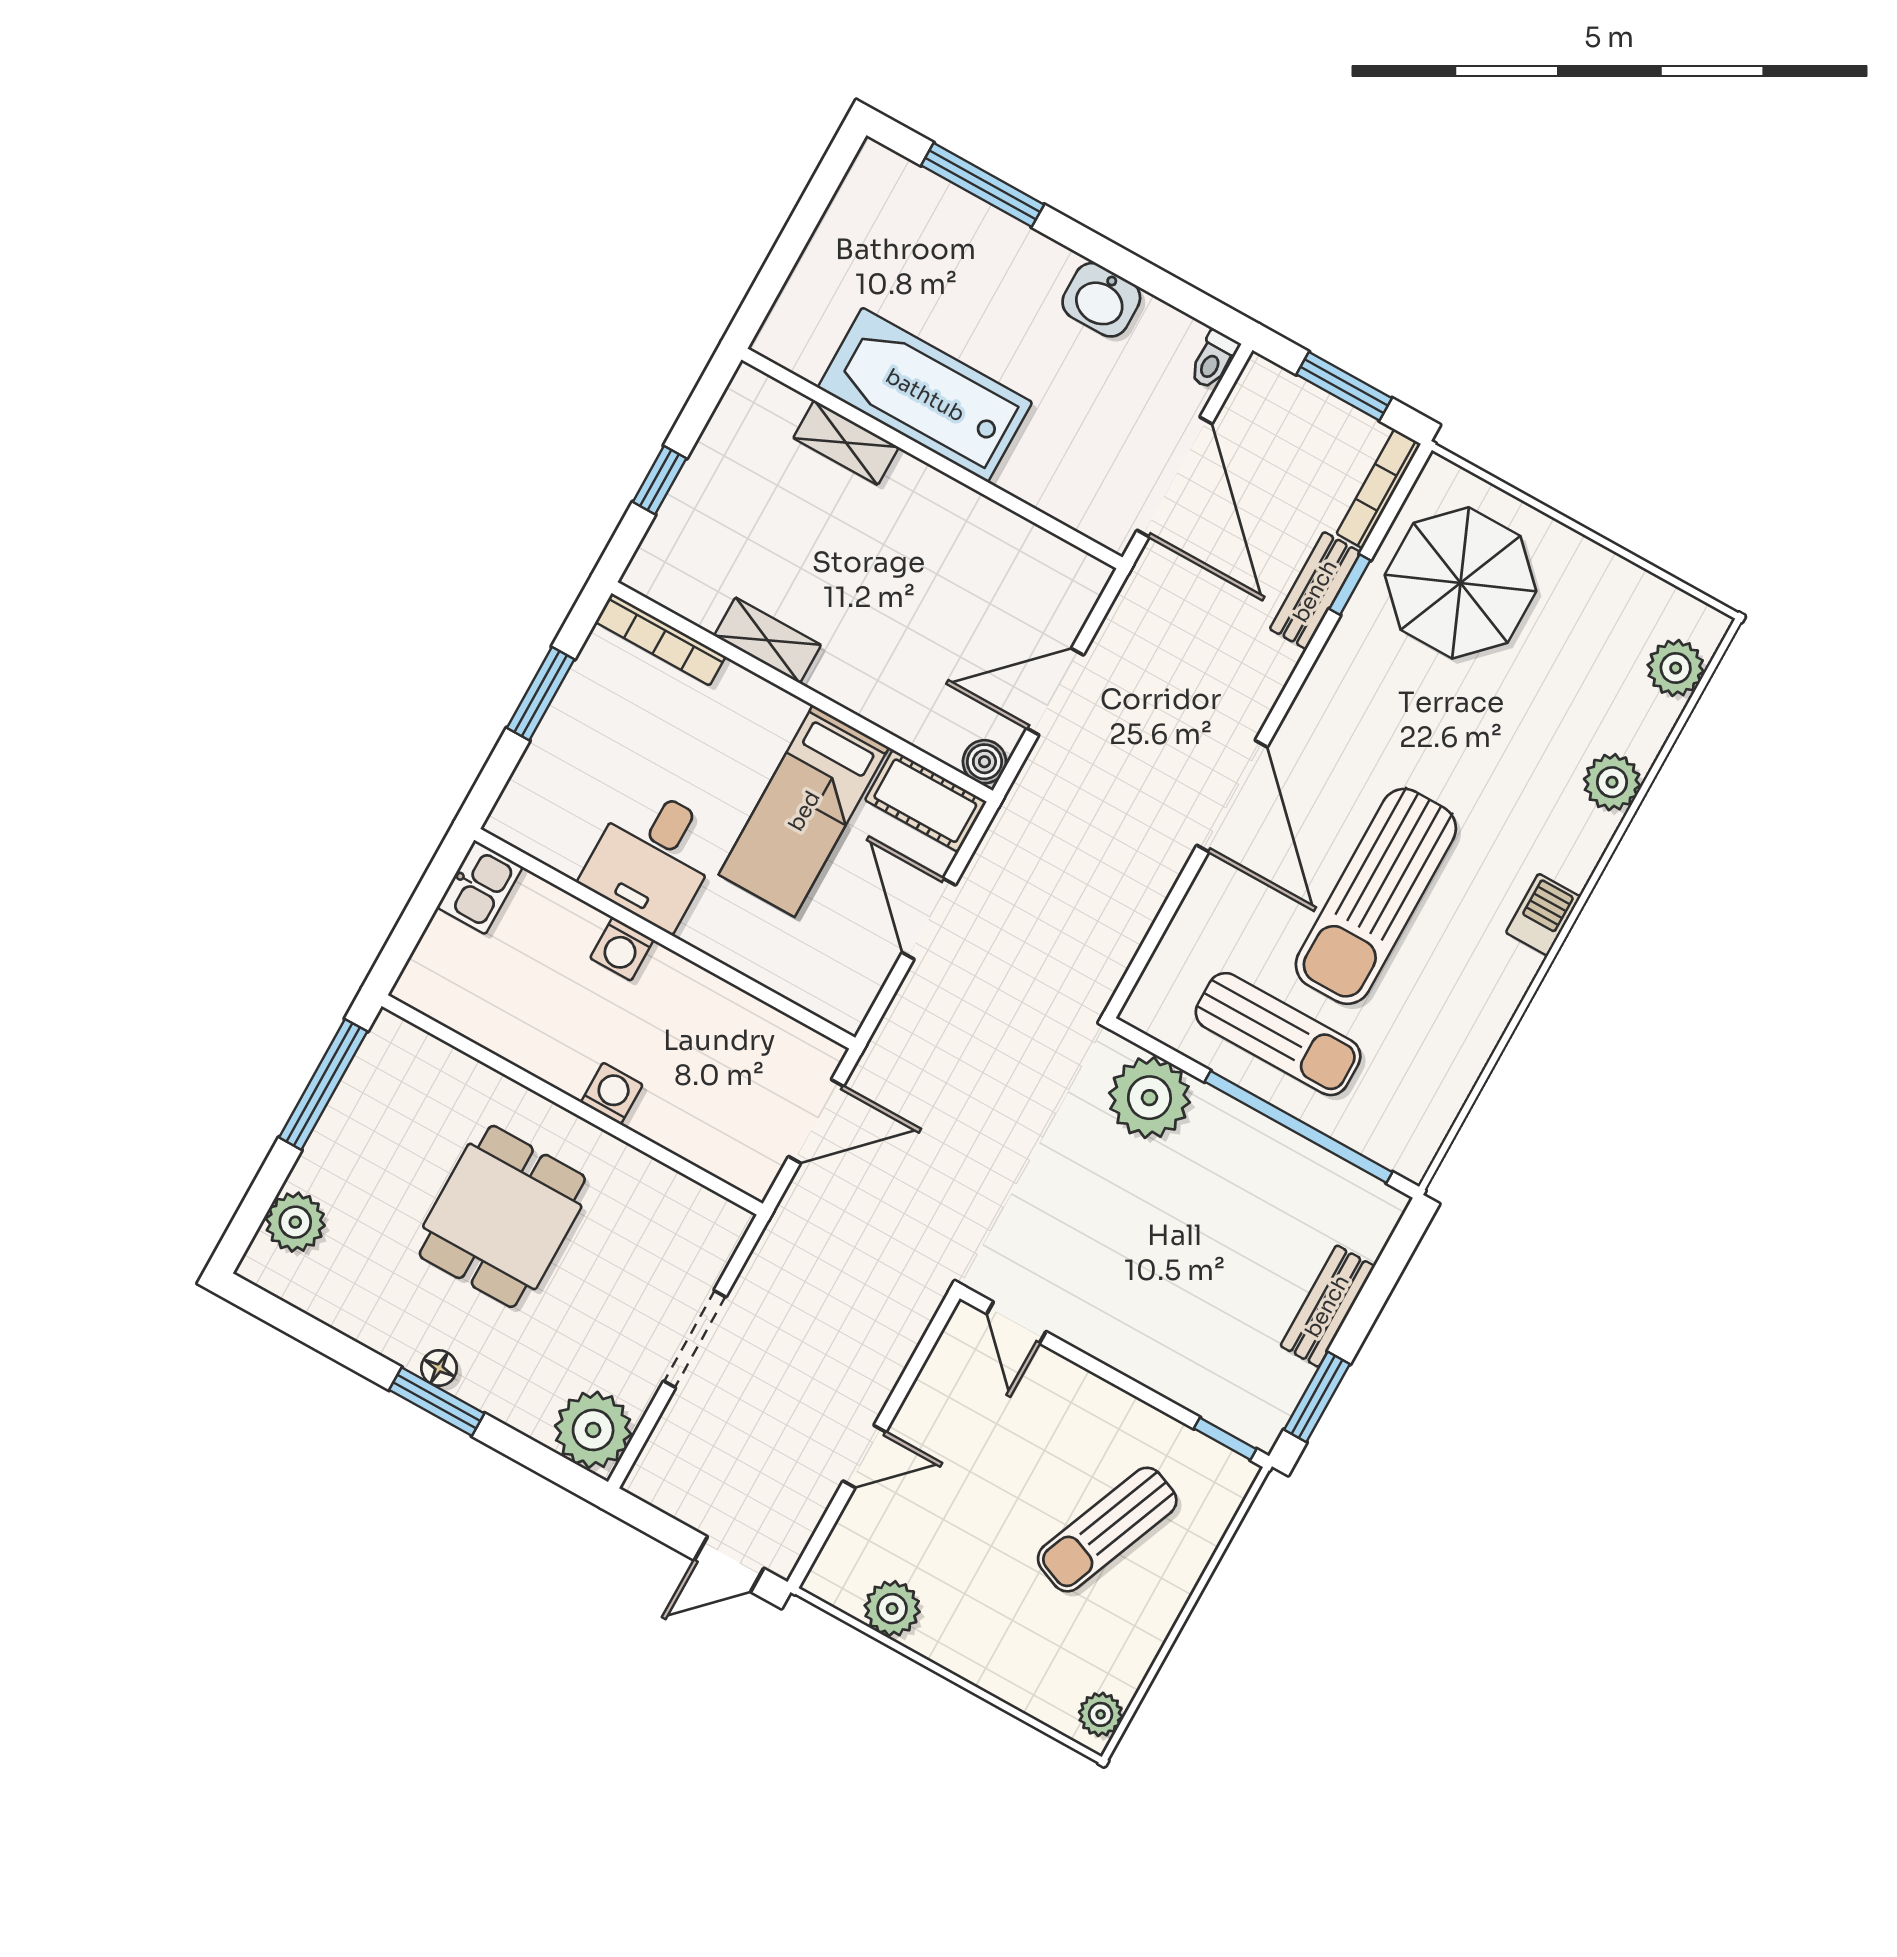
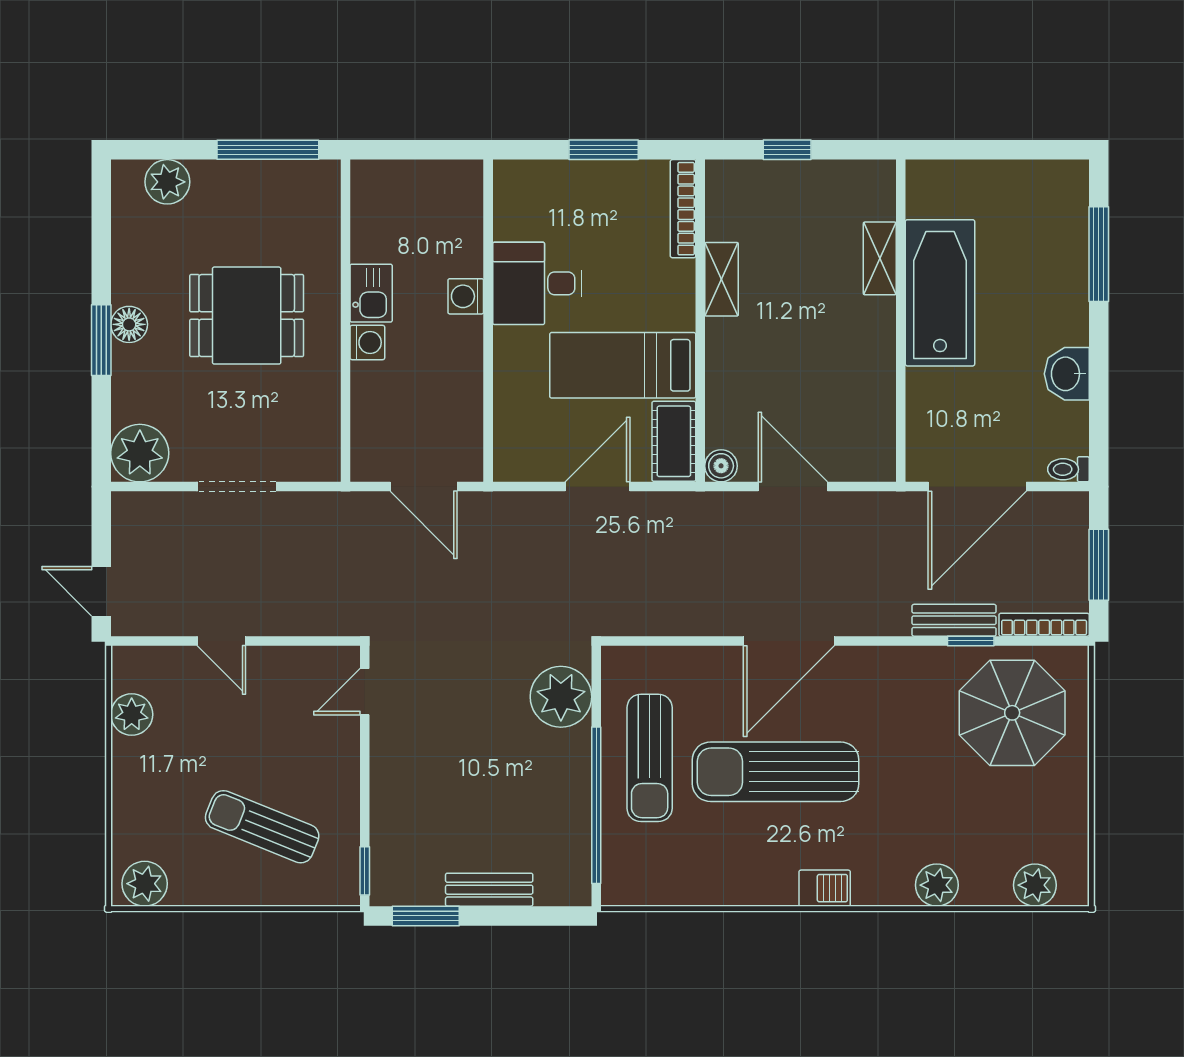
kitchen sink: (480, 887) -> (371, 293), moved, turned -90
floor lamp: (439, 1368) -> (129, 324), width x1.37, depth x1.37
plant: (1101, 1714) -> (145, 884), width x1.38, depth x1.38

